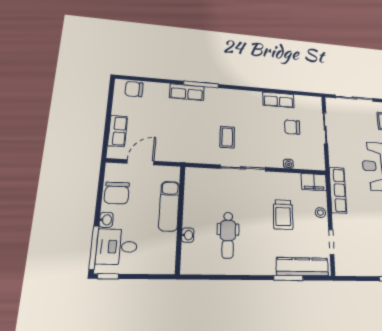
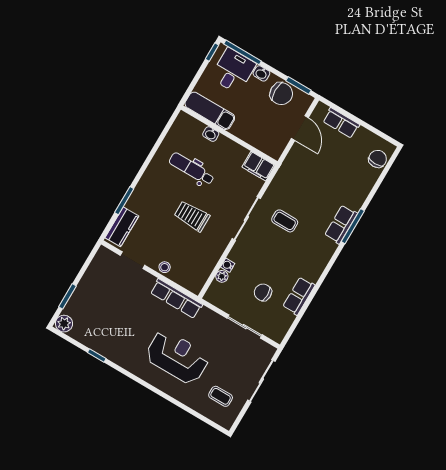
row of seats: (187, 92) -> (341, 224), moved
chair: (292, 127) -> (263, 292), turned -90
plant: (300, 164) -> (222, 276), added
window: (101, 182) -> (298, 85), added
filing cabinet: (314, 182) -> (258, 166), moved, turned -90
chair: (117, 193) -> (281, 94), turned 180
exam couch: (169, 206) -> (210, 111), moved
trolley: (283, 215) -> (192, 216), moved
kitchen counter: (302, 267) -> (122, 227), width x0.67

